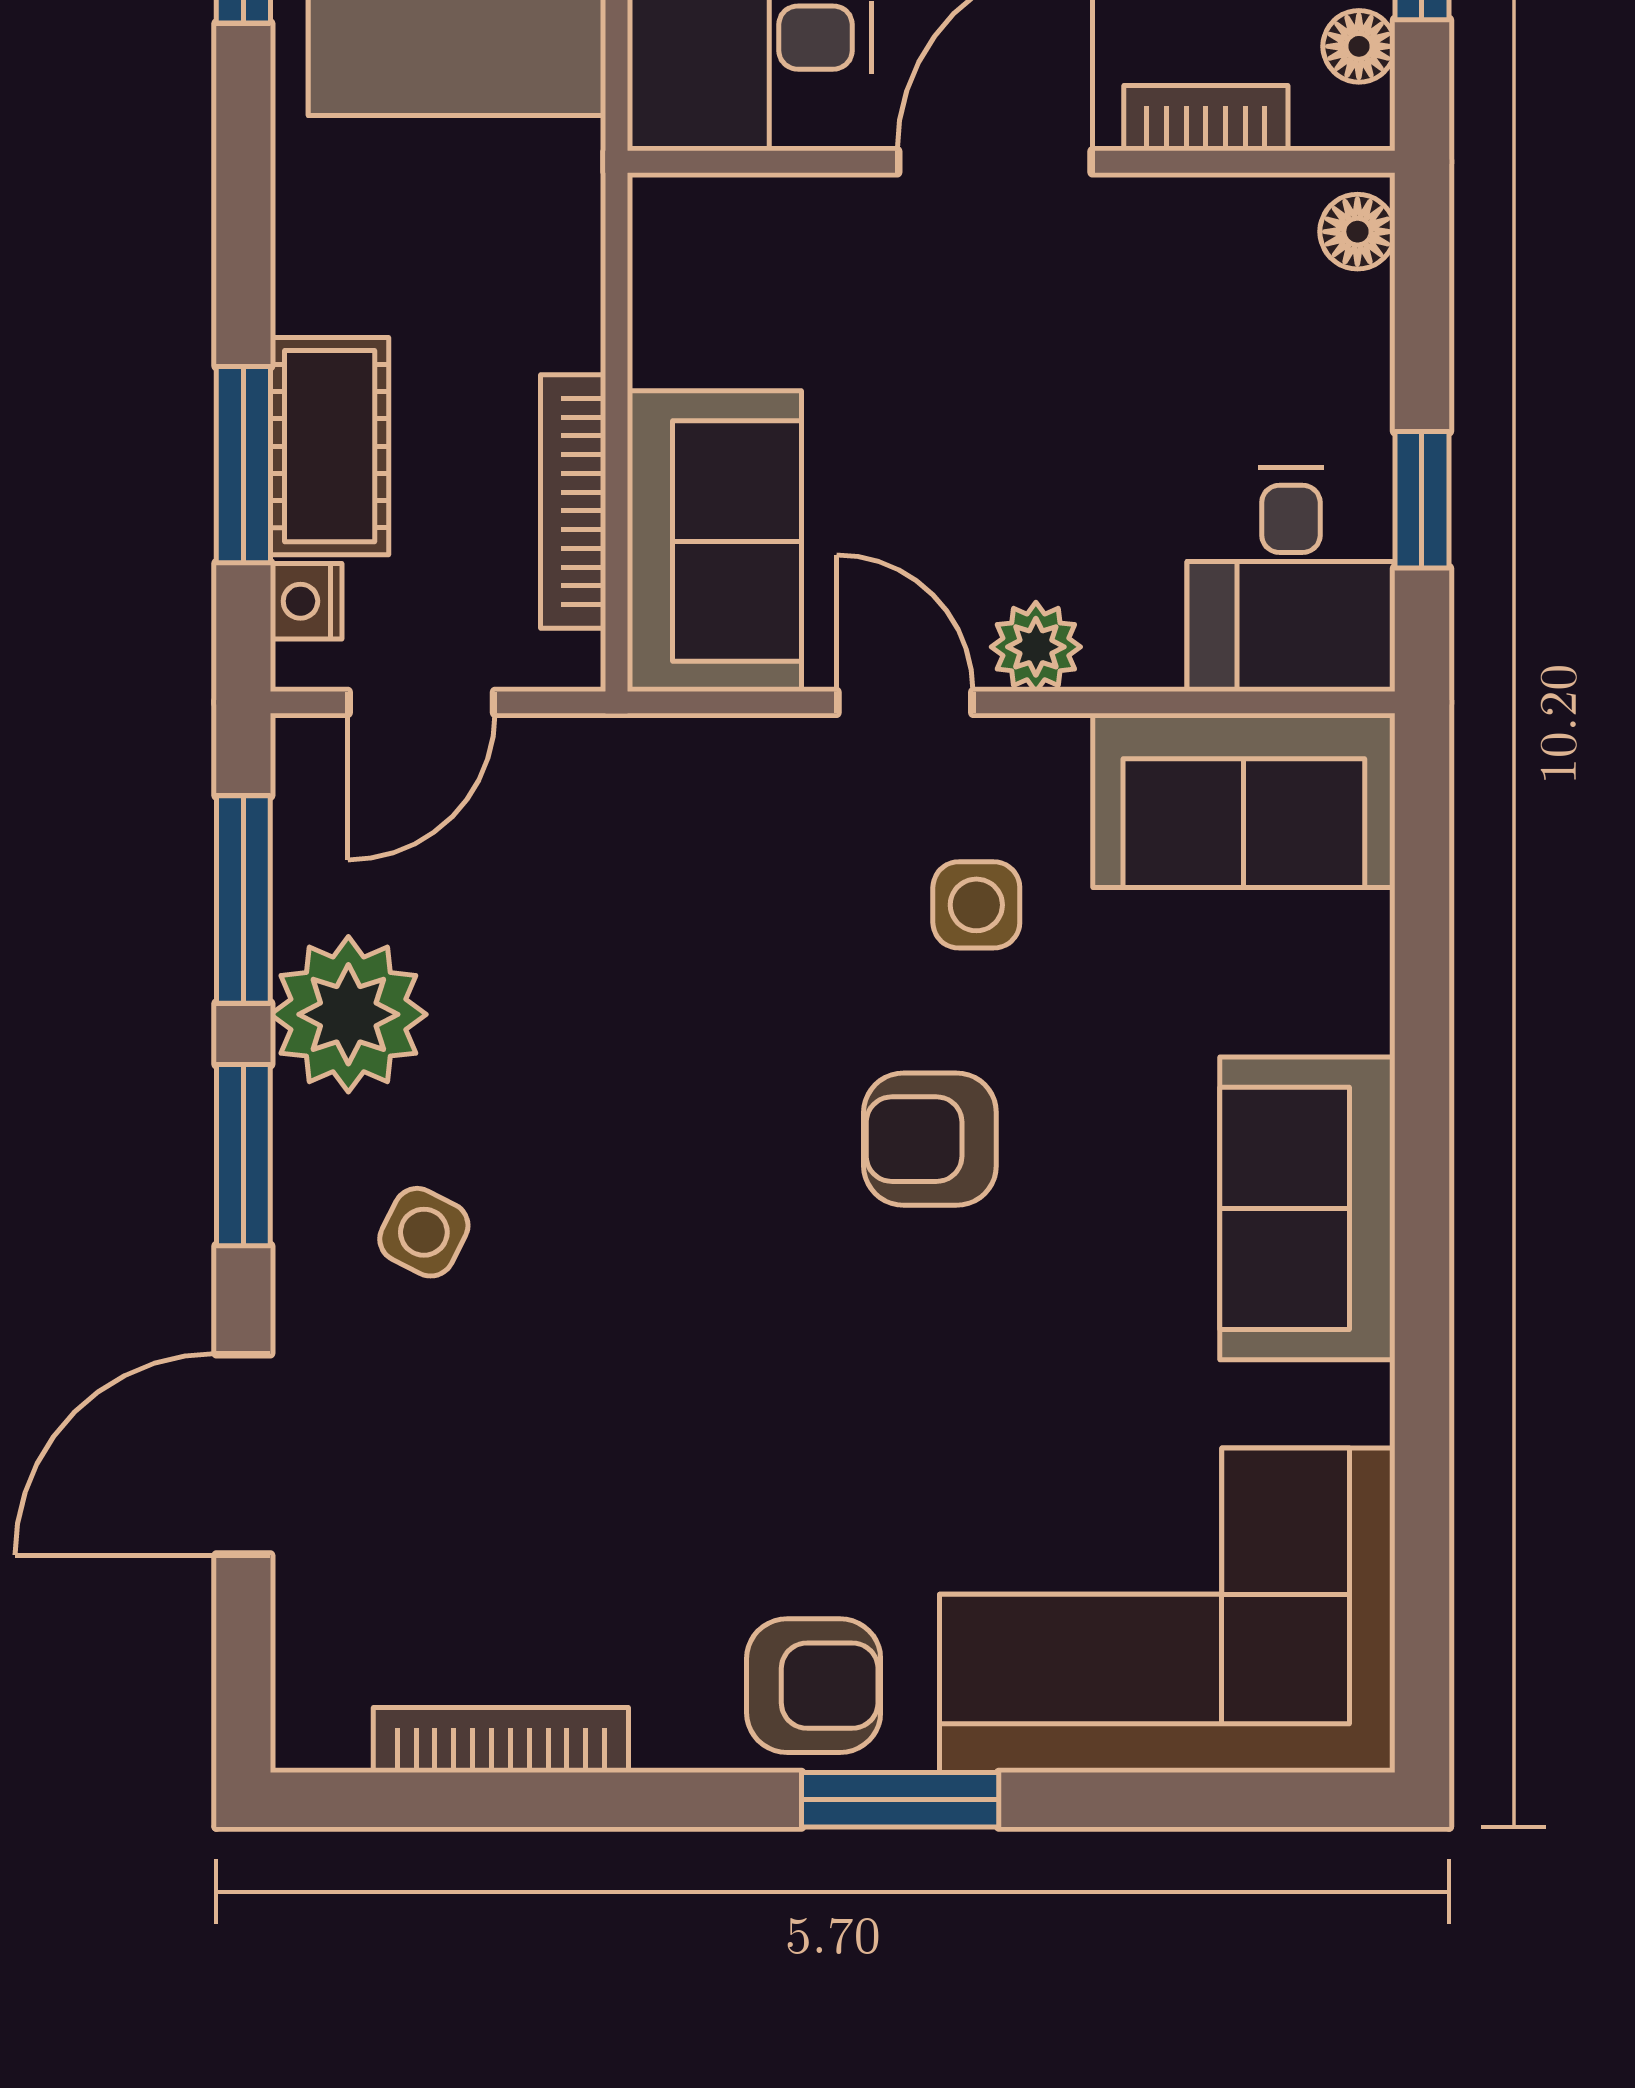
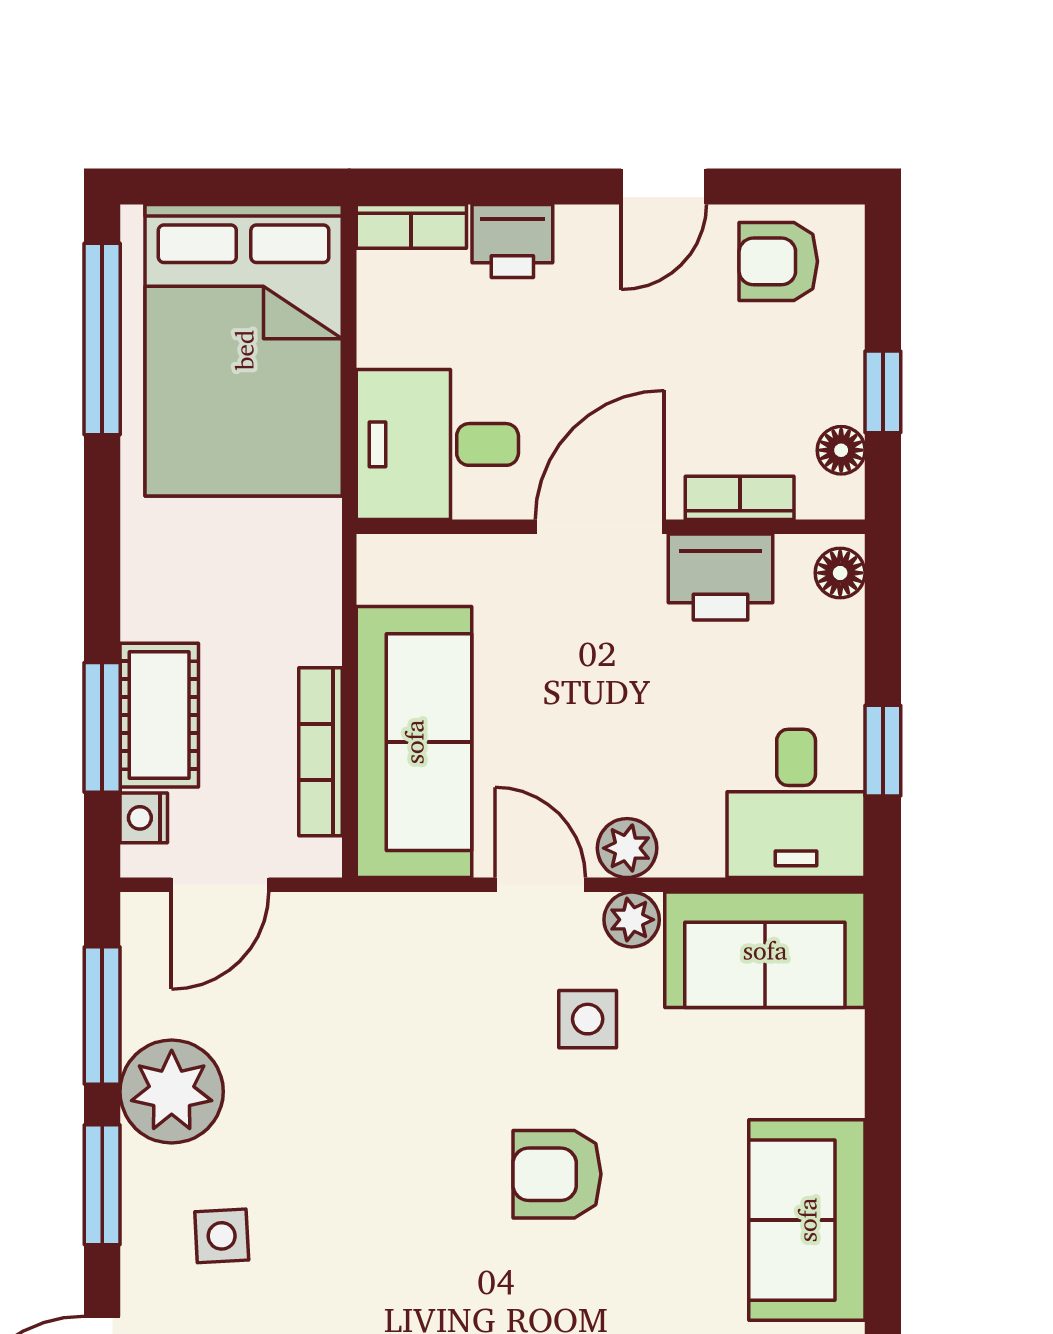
printer: (1177, 238) -> (720, 577), added
sofa: (714, 541) -> (414, 742), width x1.36
plant: (1043, 755) -> (632, 920), added
side table: (424, 1232) -> (222, 1236), turned -30

